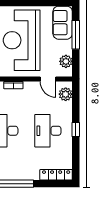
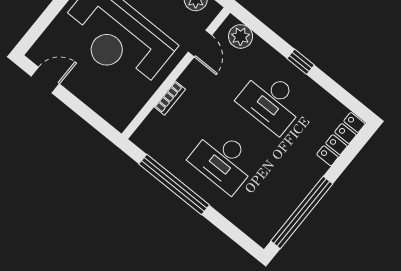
door: (48, 79) -> (200, 44), hinge flipped

